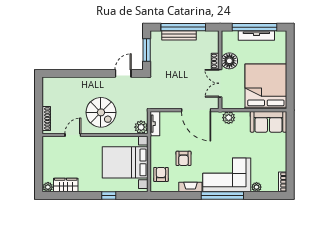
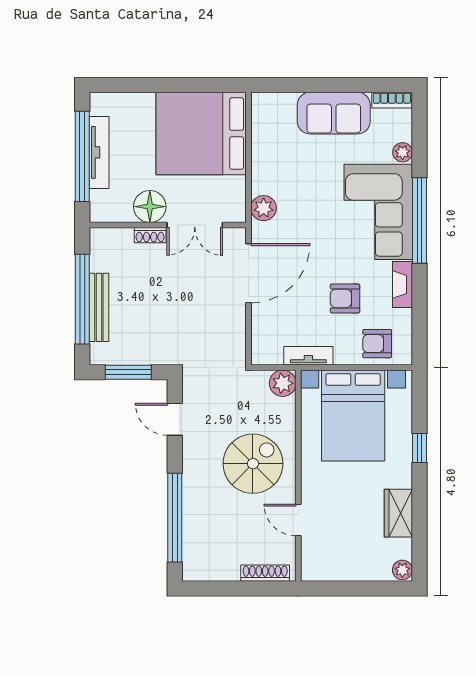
window: (74, 73) -> (175, 518), added
sofa: (268, 122) -> (334, 113), moved, turned 90
tv unit: (155, 124) -> (308, 356), moved
armchair: (184, 158) -> (345, 298), turned 180
wardrobe: (66, 185) -> (398, 513), moved

